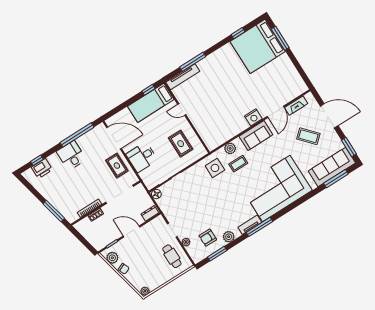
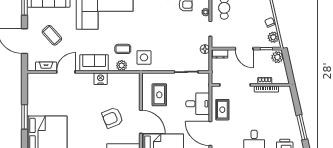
window: (280, 38) -> (24, 117), moved
armchair: (209, 97) -> (112, 118), added
door: (182, 110) -> (141, 122), width x1.87
nightstand: (253, 117) -> (101, 79), moved
floor lamp: (156, 194) -> (205, 49), moved
window: (54, 211) -> (302, 127), moved
plant: (98, 242) -> (277, 57), added

